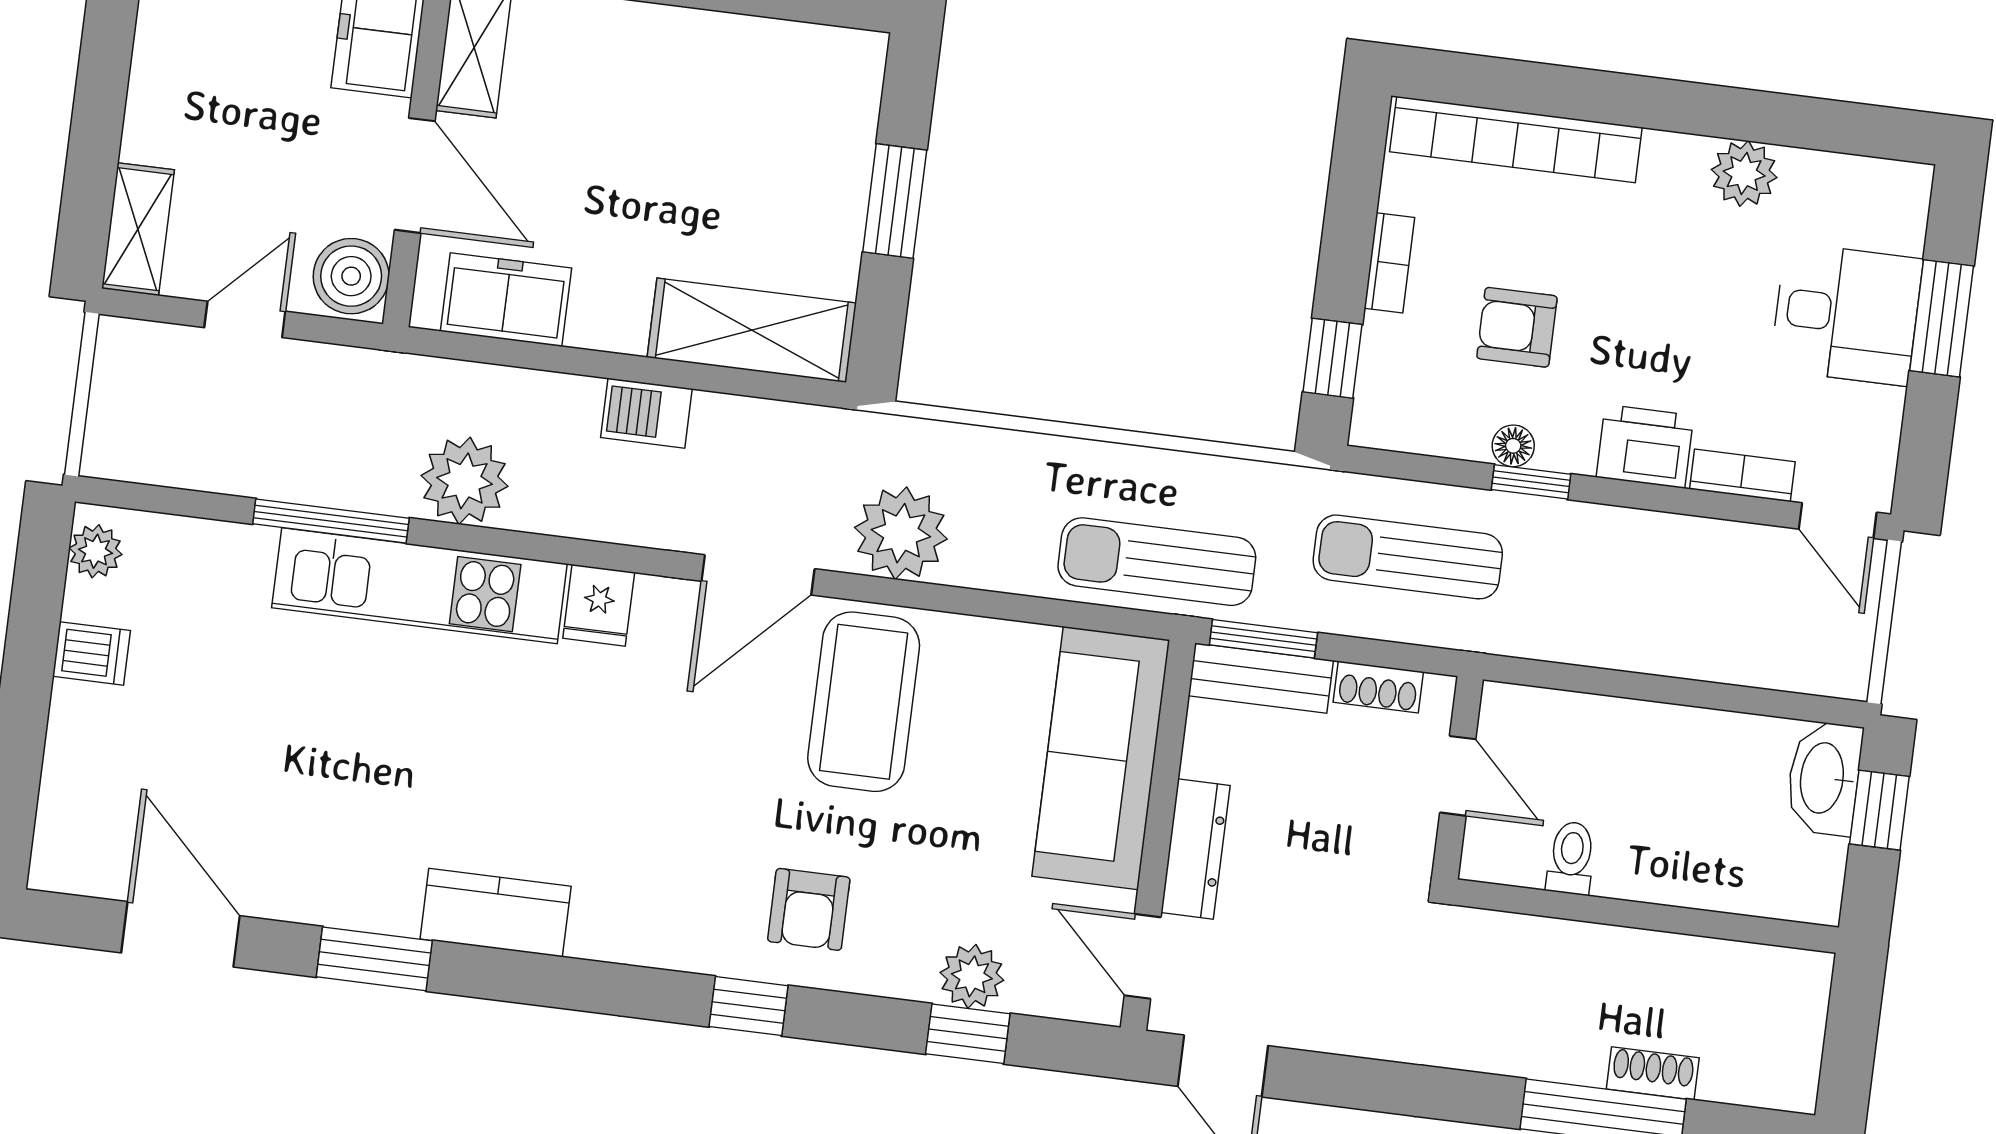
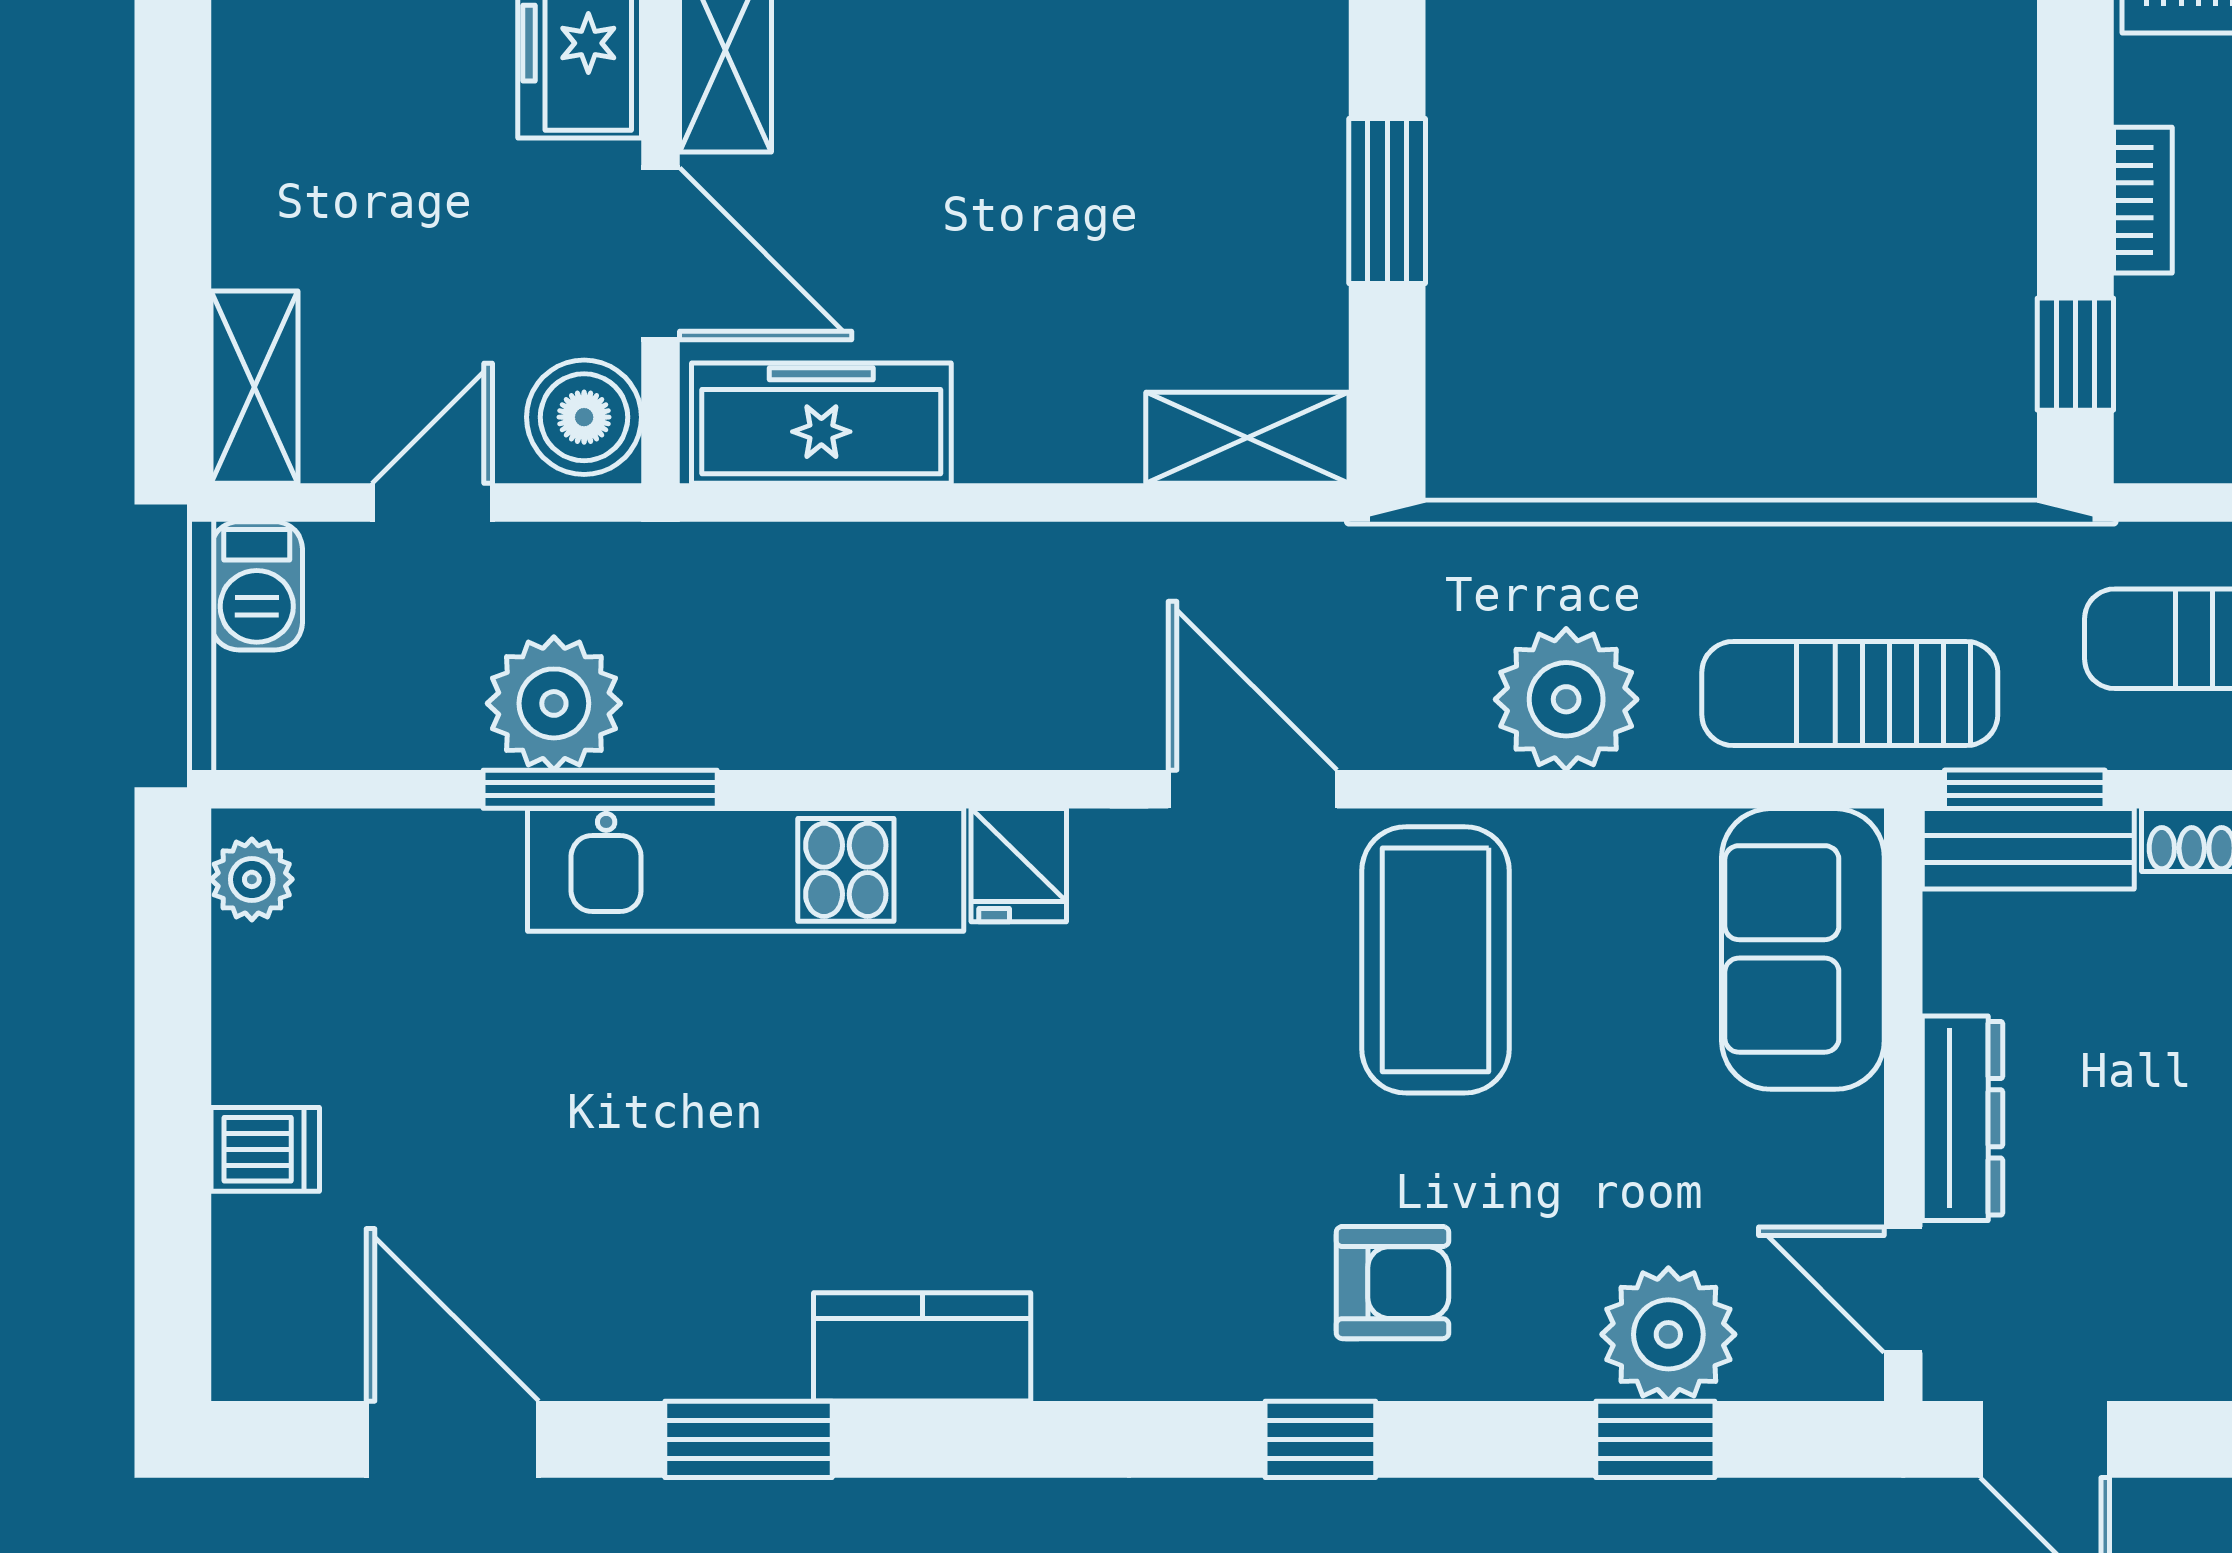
freezer: (506, 300) -> (821, 423), width x1.40
shelving: (752, 330) -> (1247, 438), width x0.67, depth x0.75
barbecue: (646, 413) -> (257, 586), moved, turned -90
plant: (465, 481) -> (554, 703), moved
plant: (901, 533) -> (1566, 699), moved
door: (758, 575) -> (1253, 789), swing flipped
dishwasher: (92, 653) -> (265, 1149), moved
sofa: (1101, 758) -> (1803, 949), width x0.73
armchair: (809, 909) -> (1393, 1283), turned -90
plant: (972, 976) -> (1668, 1334), width x1.36, depth x1.36

